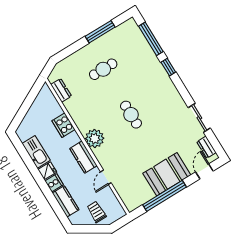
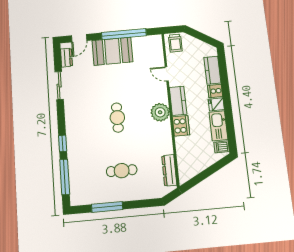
dresser: (61, 90) -> (169, 170), width x1.44
cooker: (63, 125) -> (181, 126), moved
dishwasher: (24, 134) -> (222, 147), added
door: (106, 177) -> (167, 74), swing flipped
trolley: (97, 212) -> (175, 43), moved

